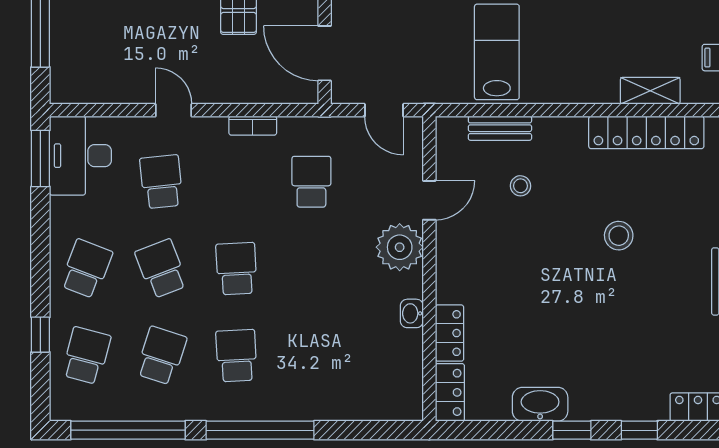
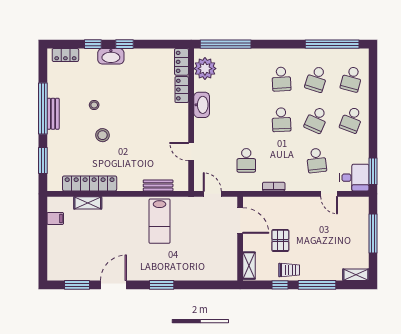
door: (174, 110) -> (329, 194), moved
desk: (80, 156) -> (354, 178), width x0.73
stool: (521, 186) -> (94, 105), moved
door: (429, 200) -> (191, 152), hinge flipped
plant: (400, 247) -> (205, 69), moved
school desk: (161, 269) -> (316, 120), turned 45
washbasin: (412, 313) -> (202, 105), width x1.91, depth x1.45
window: (40, 335) -> (373, 89), removed
washbasin: (540, 404) -> (111, 56), moved
window: (260, 430) -> (226, 44), moved

